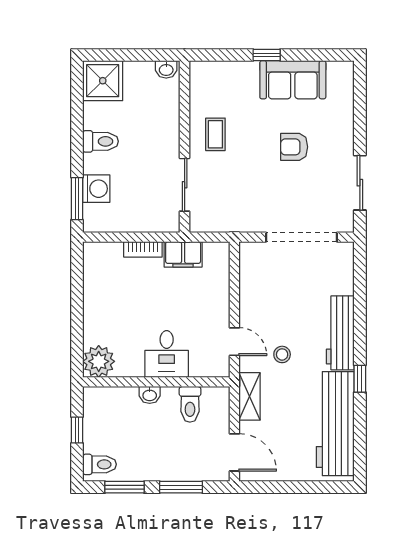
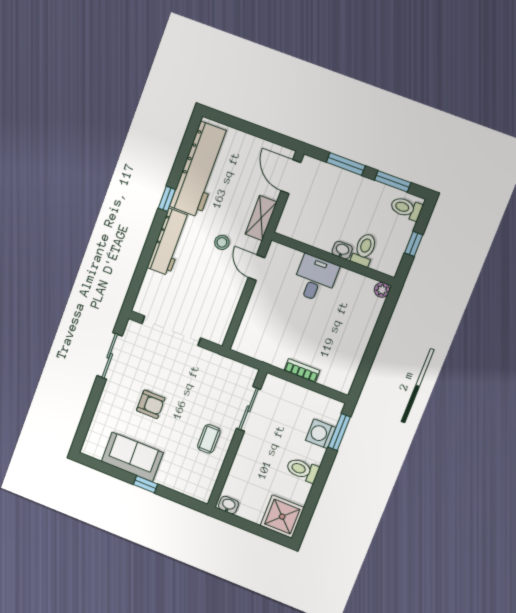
filing cabinet: (183, 254) -> (271, 354), removed
plant: (99, 361) -> (382, 290), width x0.53, depth x0.53
toilet: (190, 404) -> (364, 250), moved

